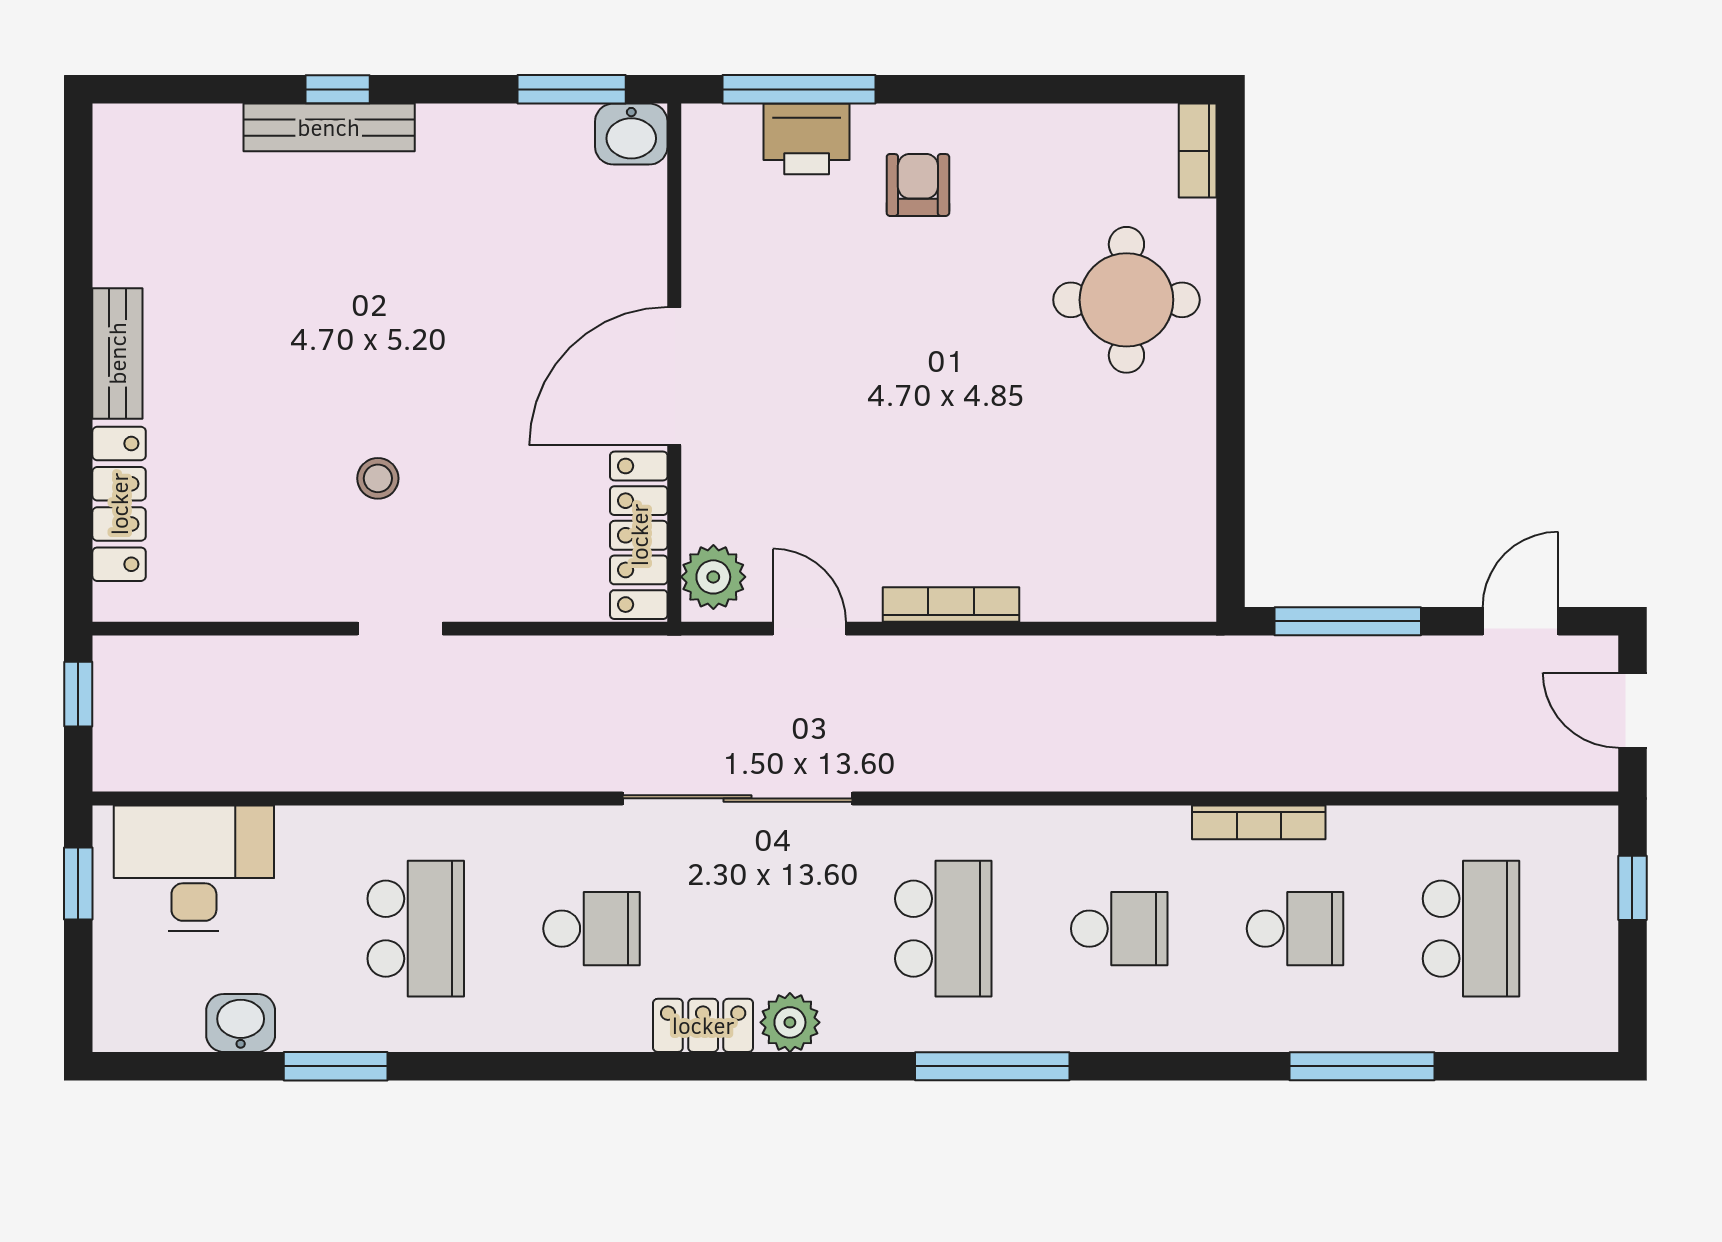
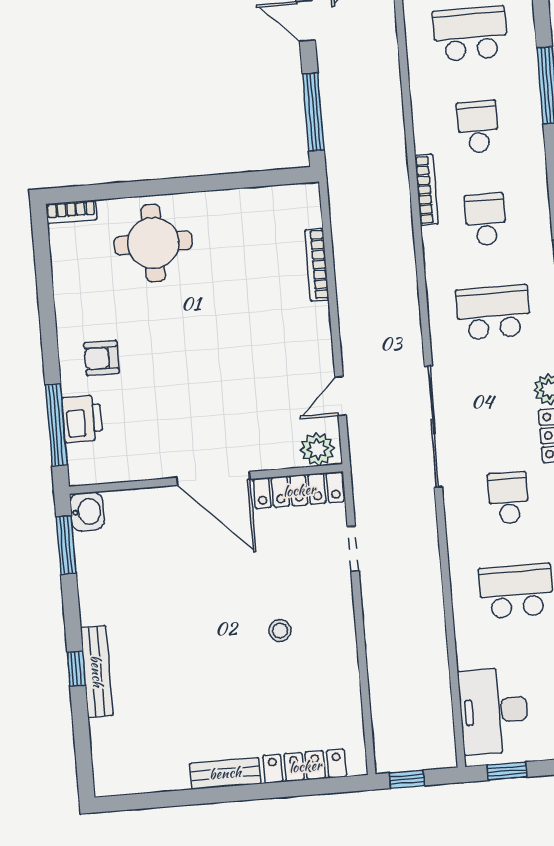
bookcase: (951, 604) -> (317, 265), moved
doorway: (400, 629) -> (353, 549), moved
bookcase: (1259, 822) -> (427, 190), moved

